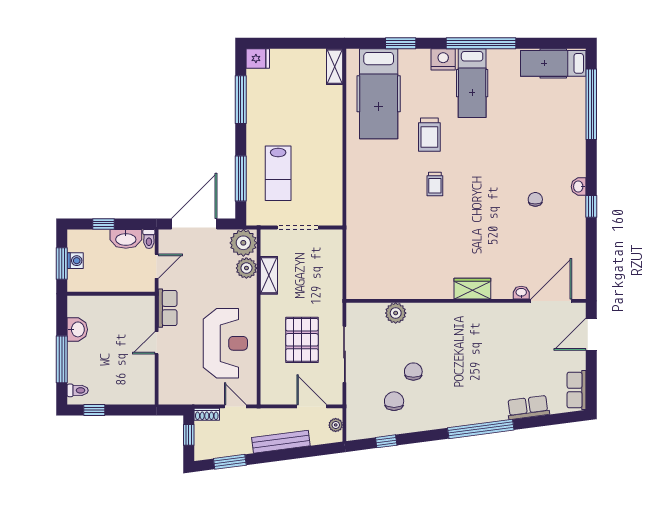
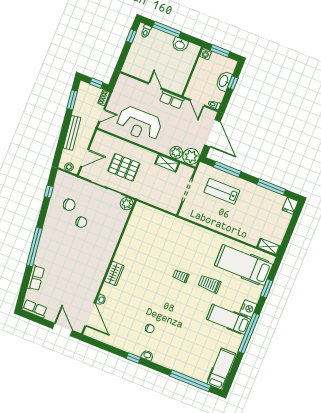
washbasin: (126, 239) -> (224, 81), moved
washing machine: (75, 261) -> (206, 54), moved
plant: (396, 313) -> (127, 204), moved

